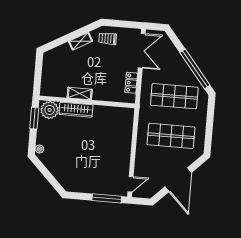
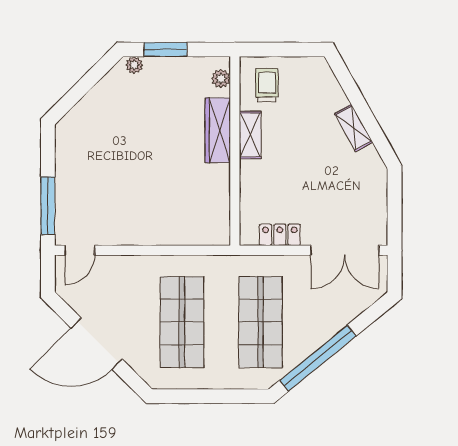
trolley: (108, 39) -> (267, 85), moved
plant: (50, 110) -> (221, 78), width x0.53, depth x0.53
window: (34, 118) -> (165, 50), moved
door: (130, 184) -> (80, 250), hinge flipped

